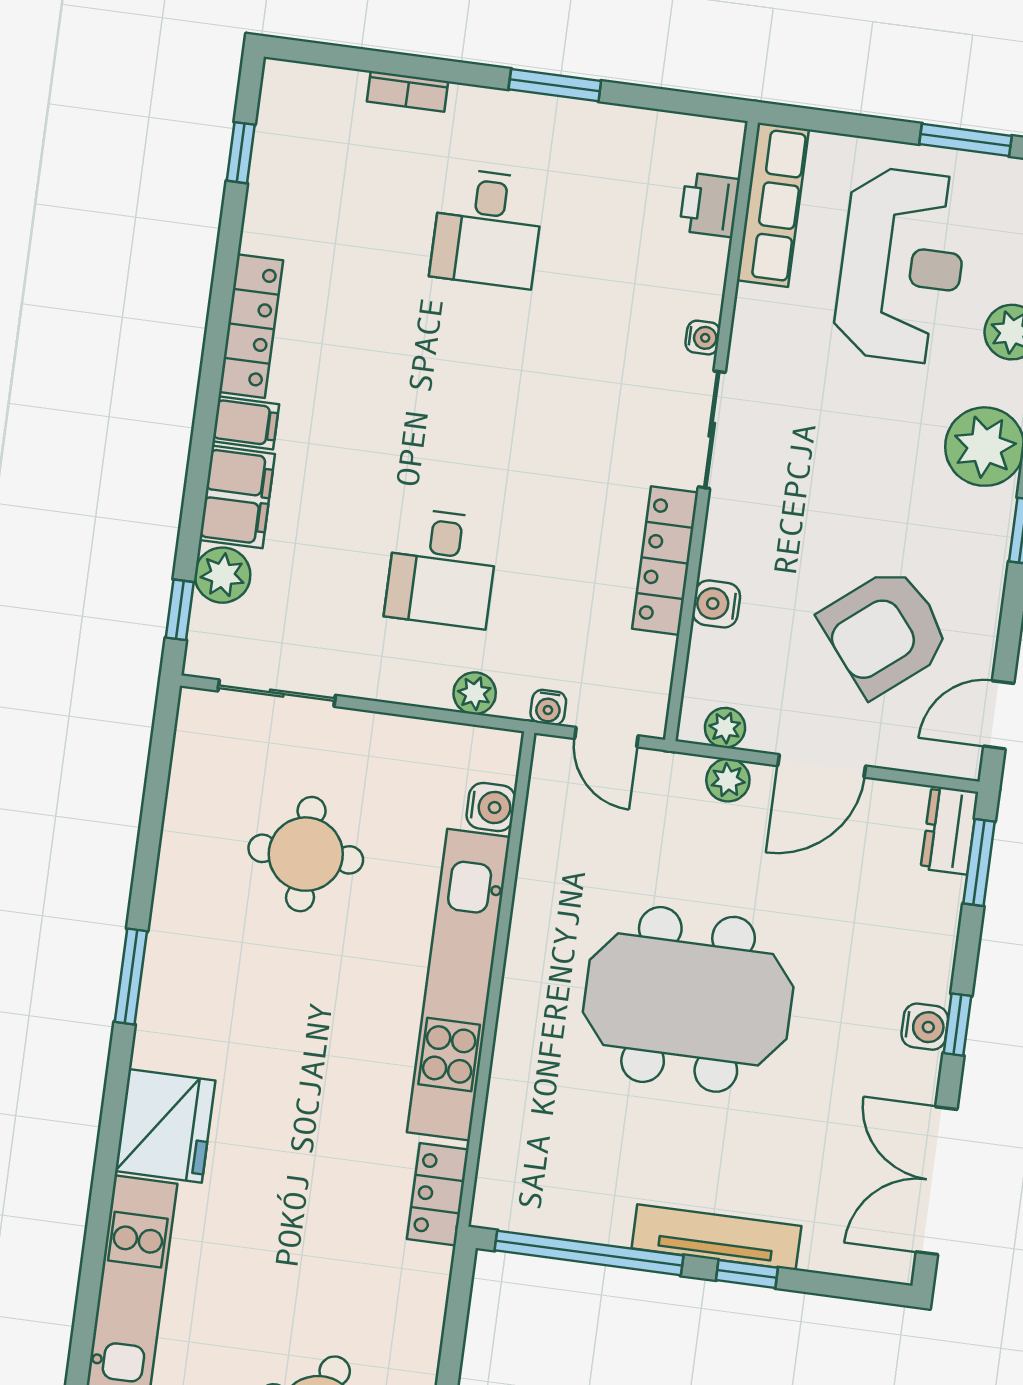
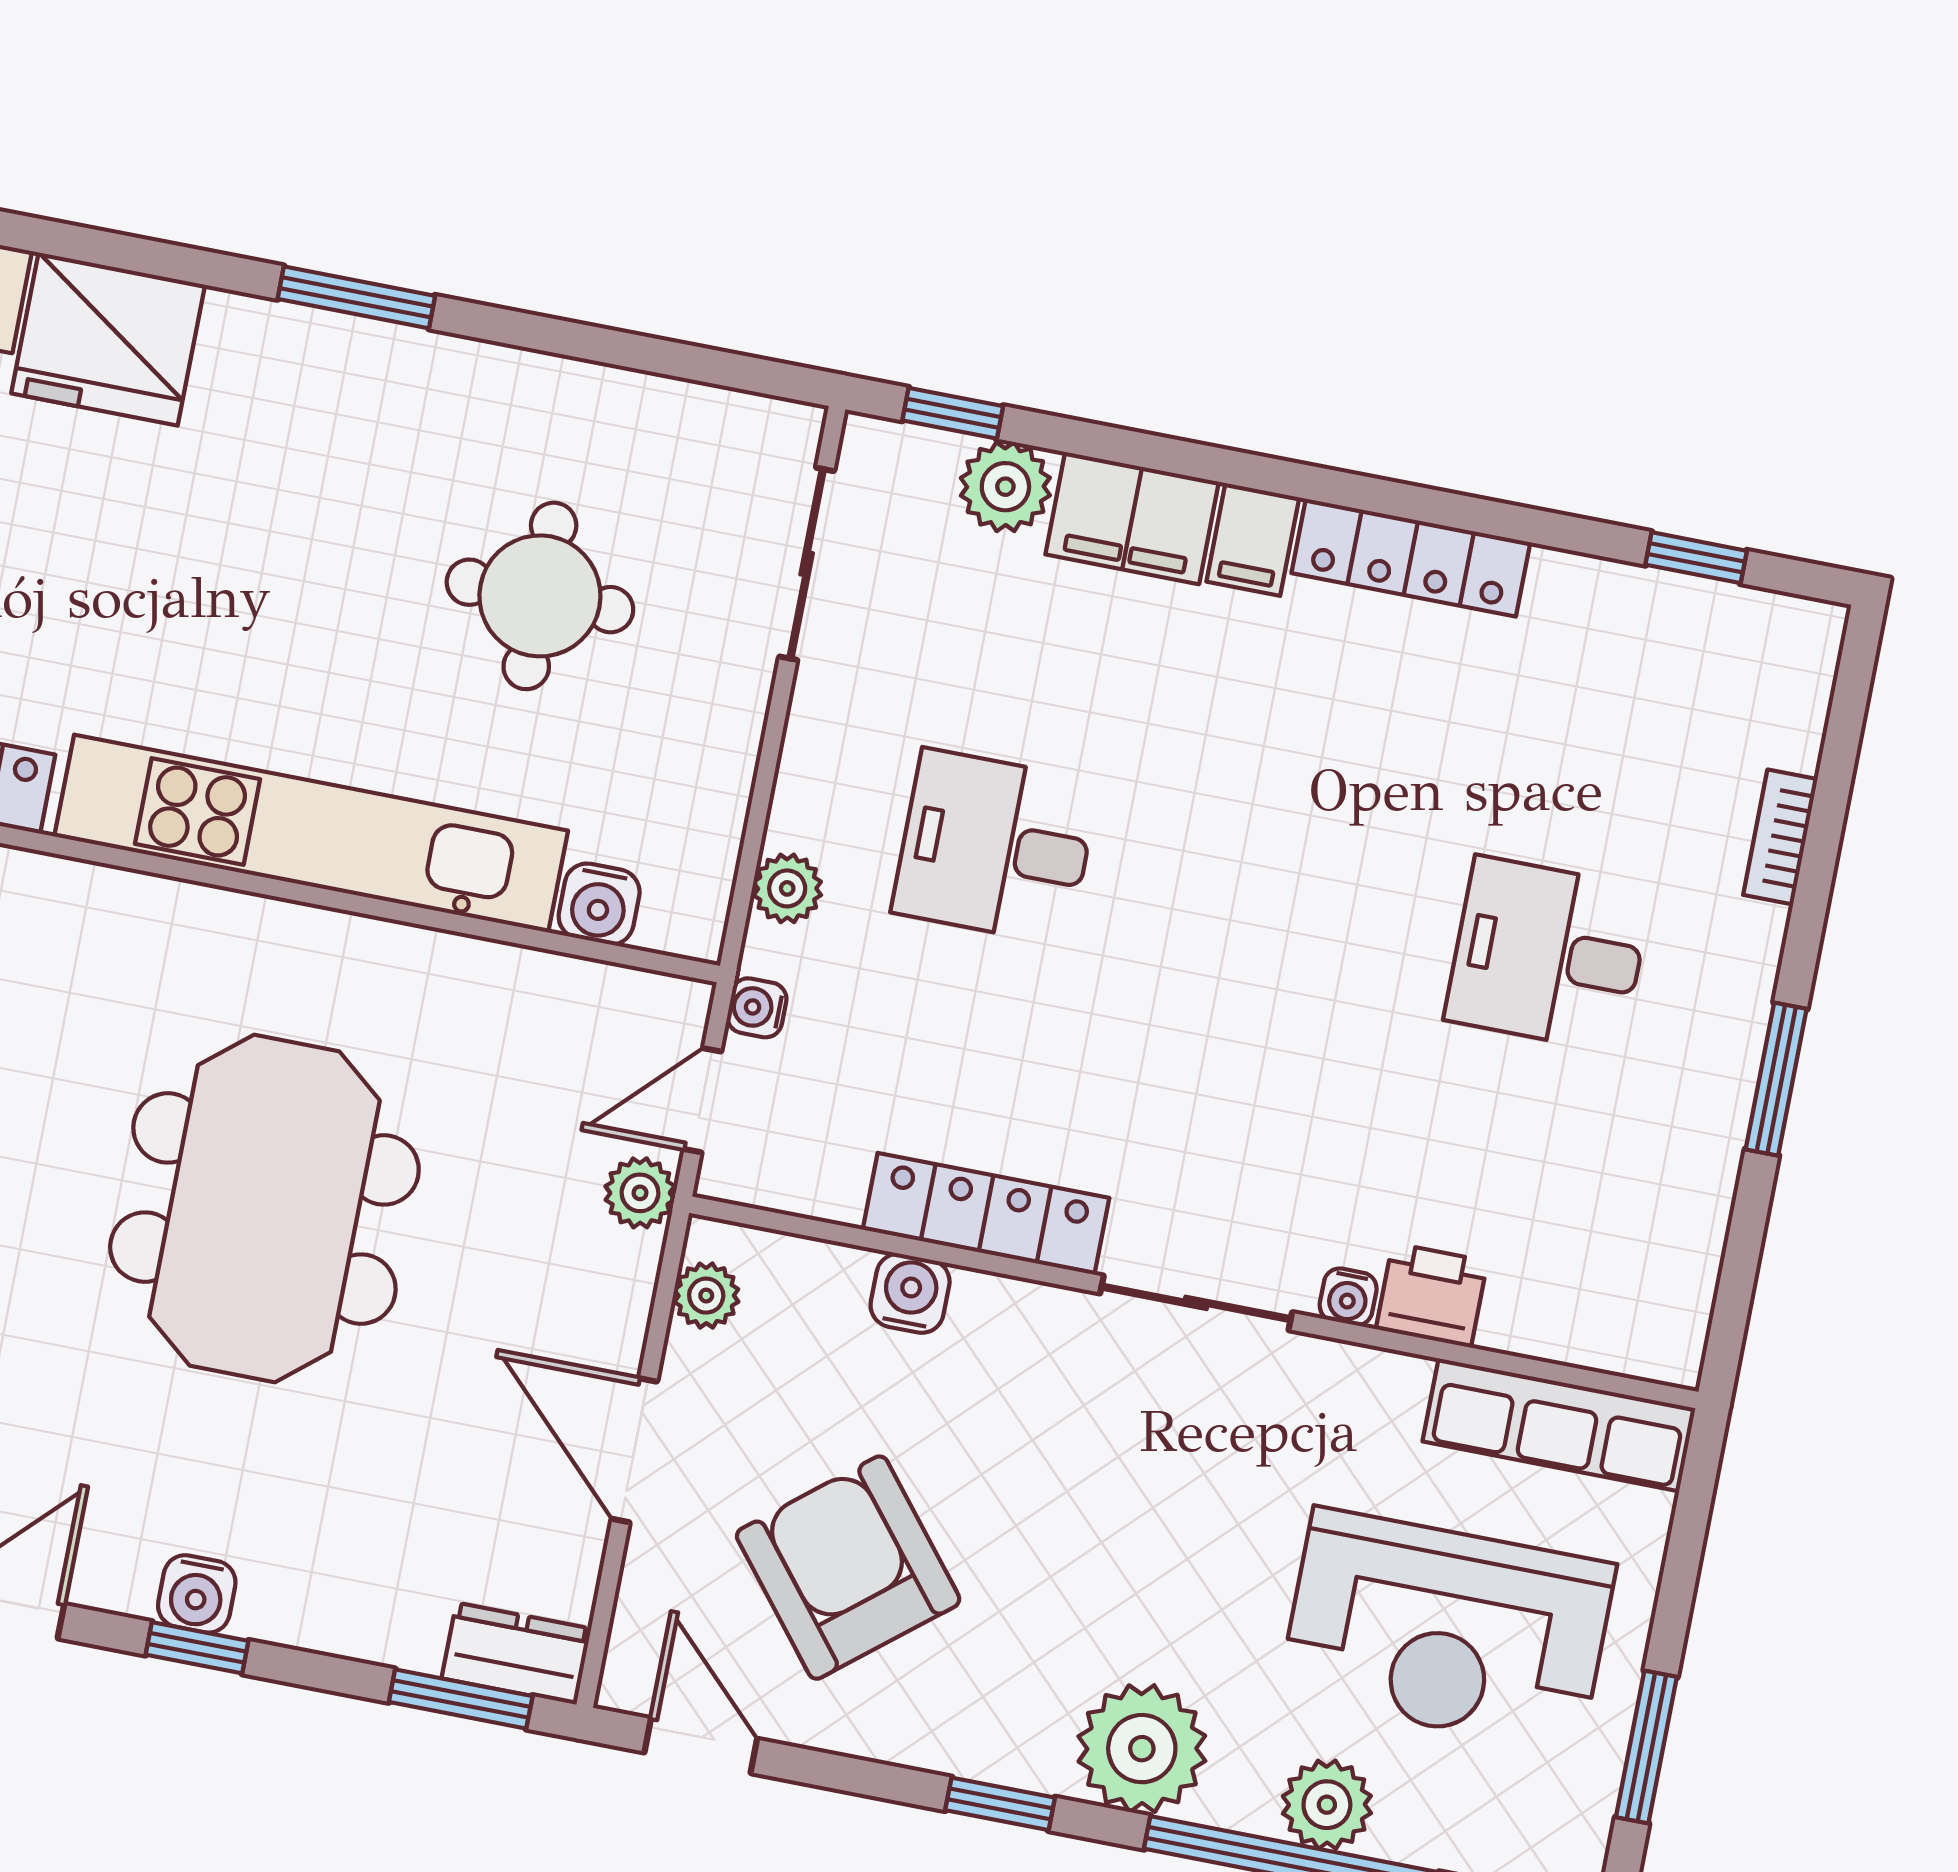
printer: (710, 205) -> (1432, 1295), moved
plant: (728, 780) -> (640, 1193), moved

